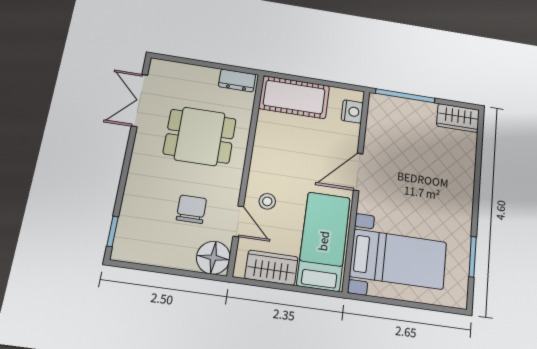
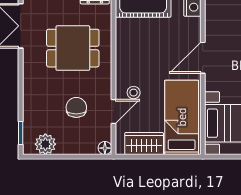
door: (238, 221) -> (114, 112), hinge flipped
plant: (142, 250) -> (45, 144), added
floor lamp: (213, 258) -> (105, 148), width x0.53, depth x0.53

